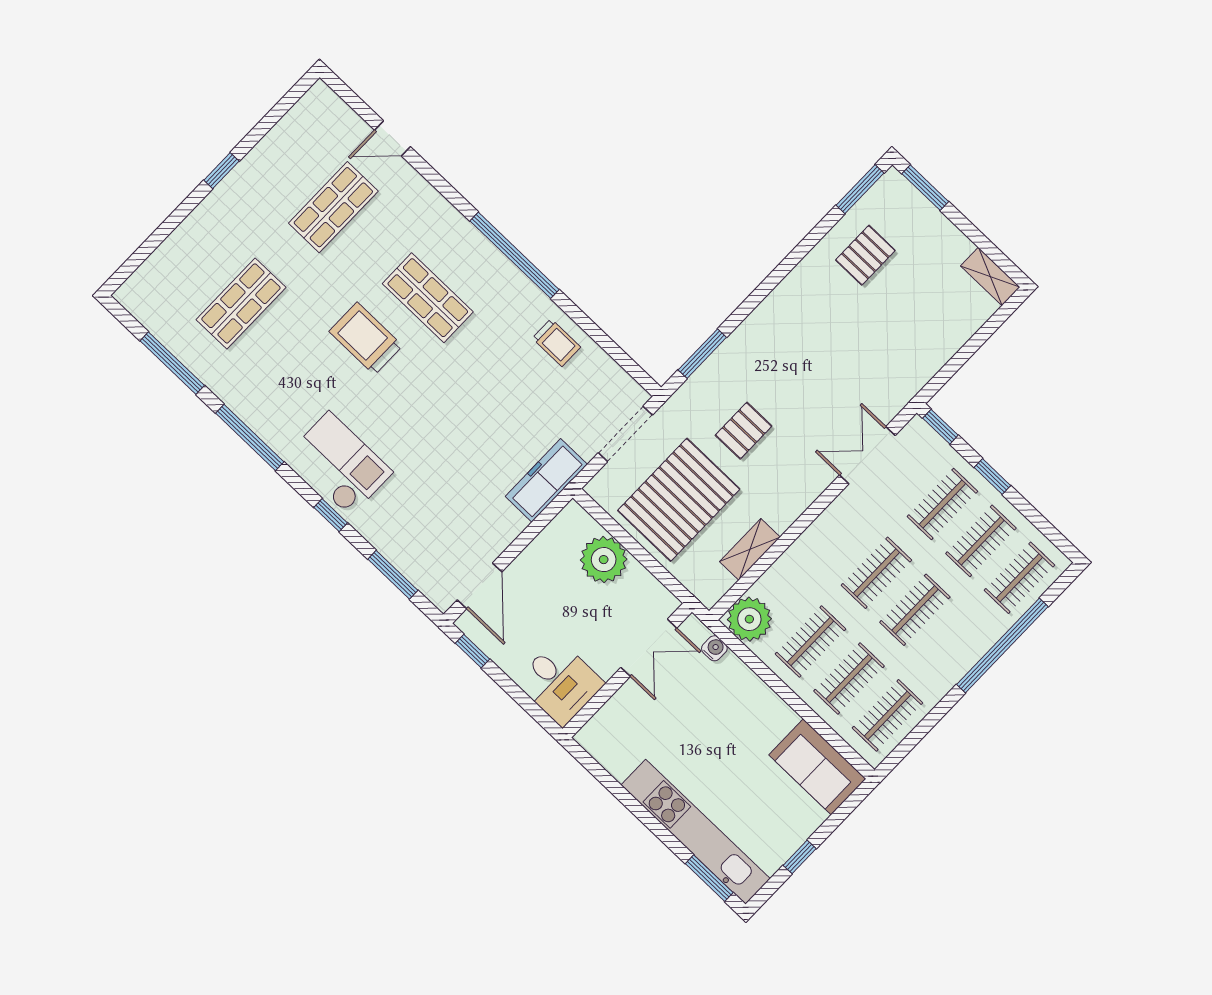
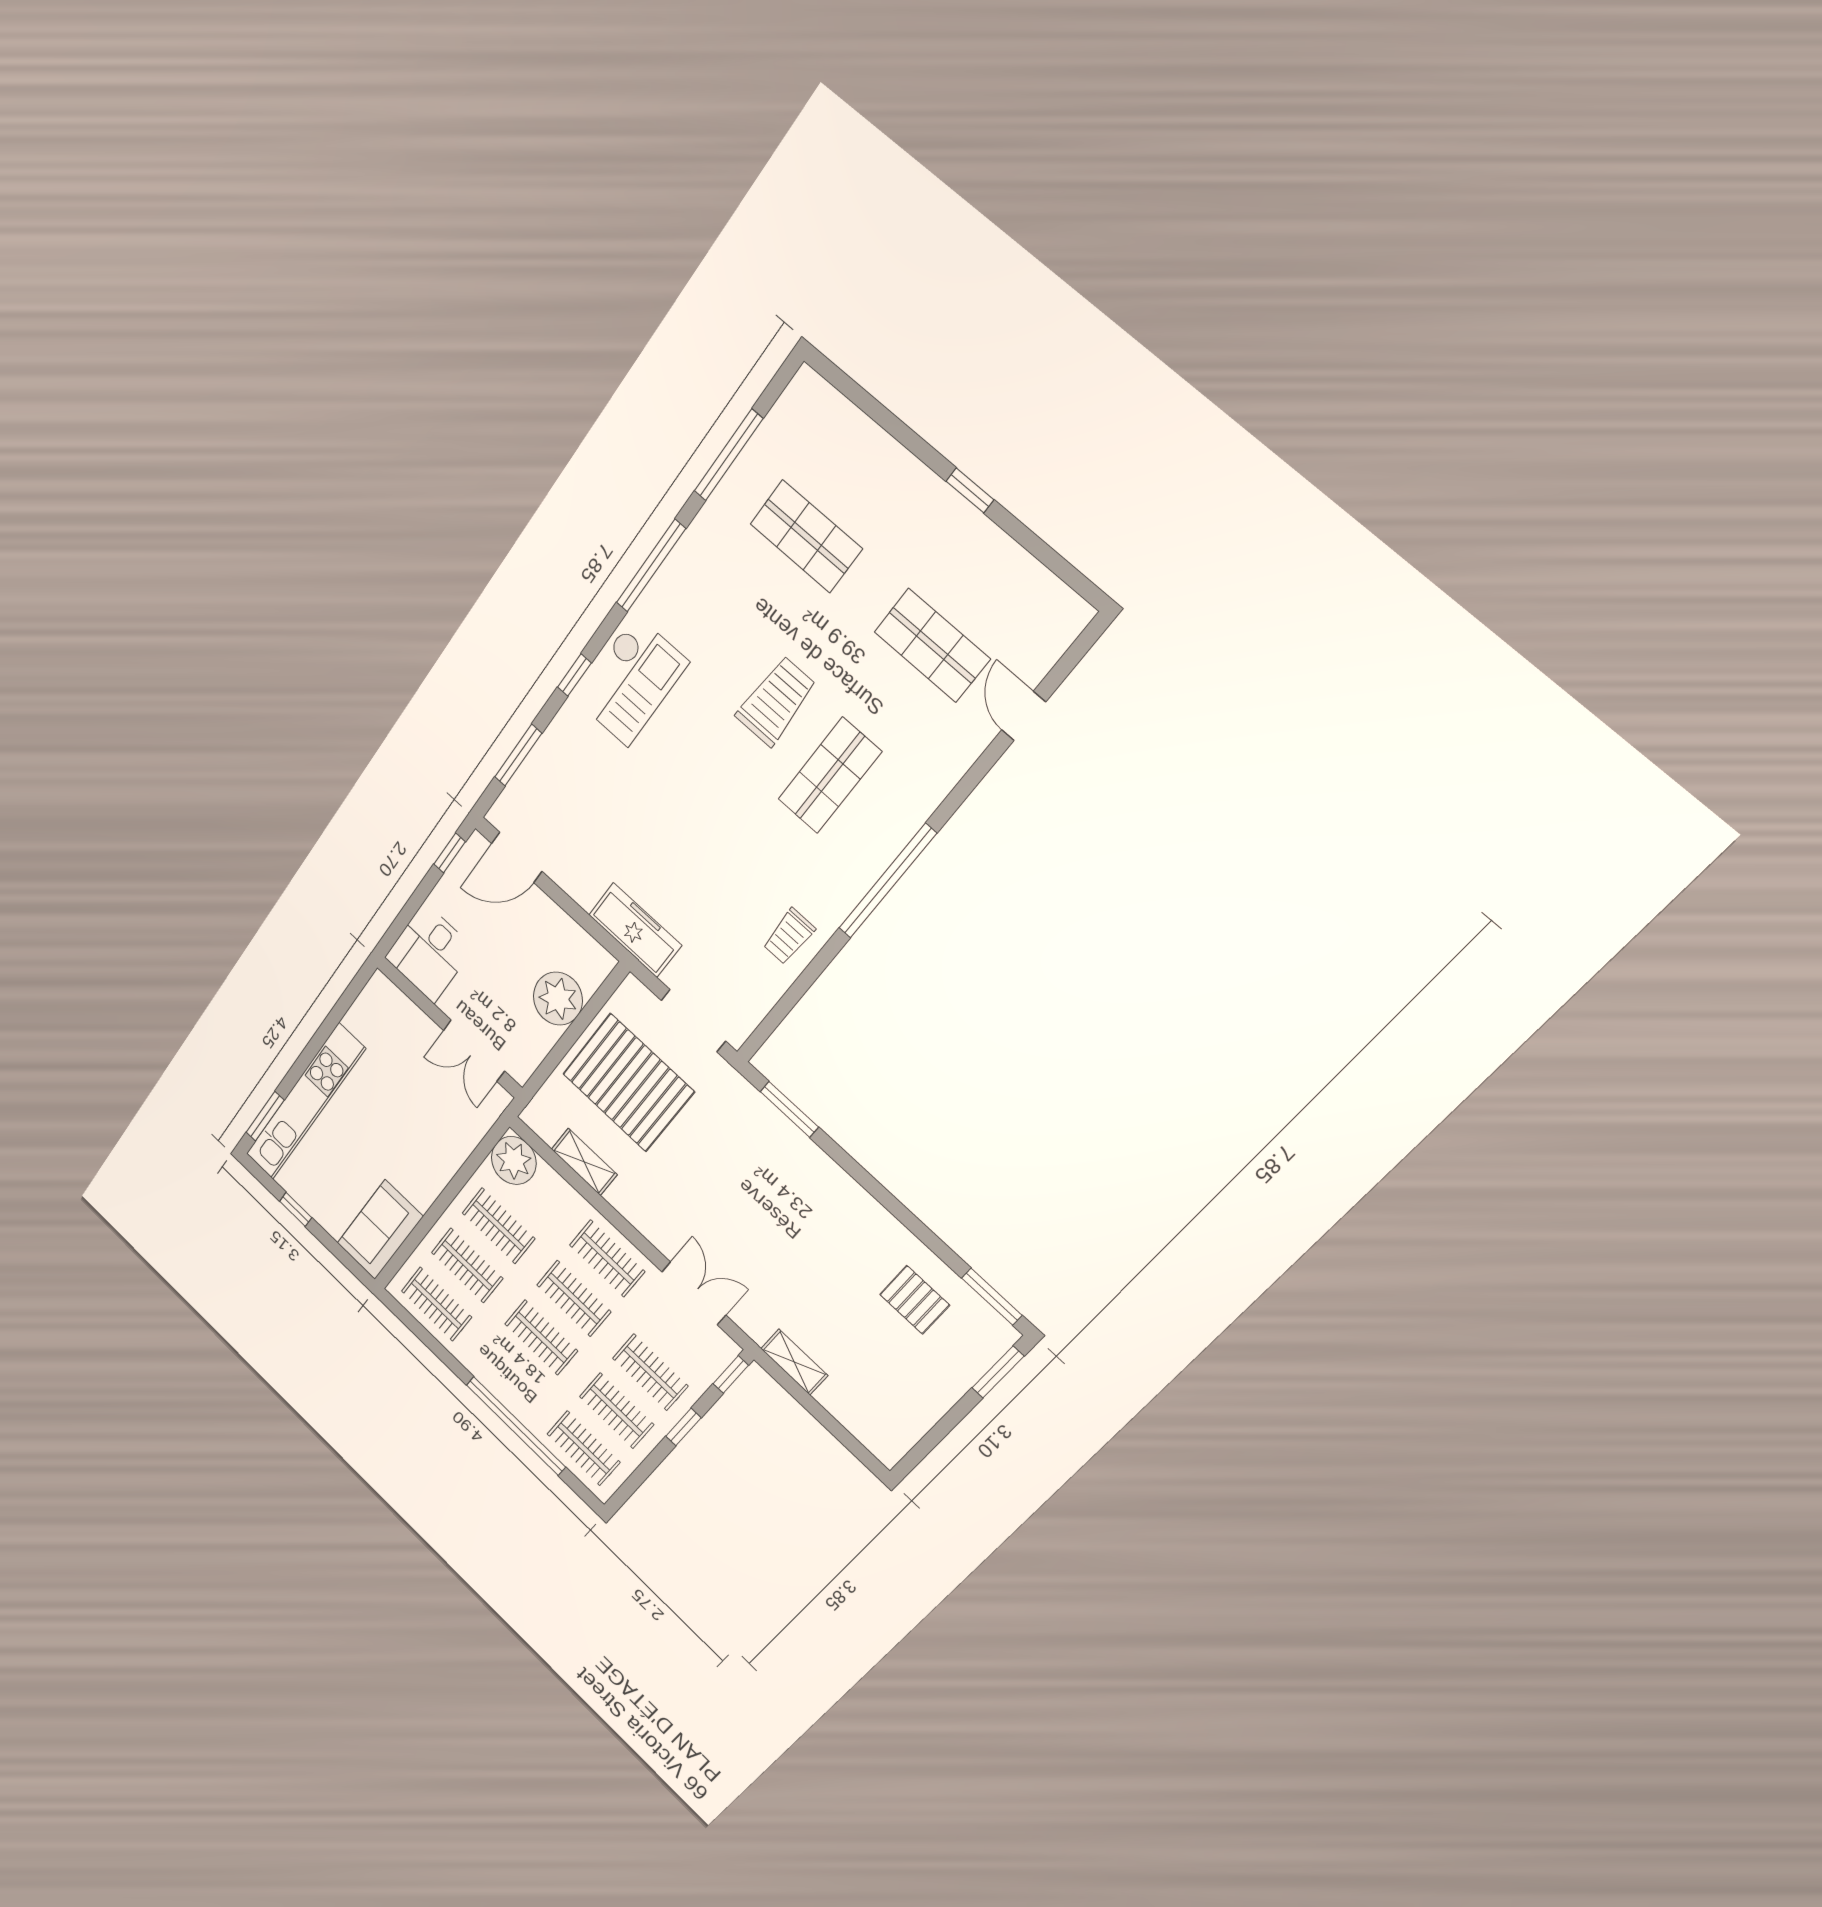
shelving: (990, 276) -> (794, 1362), moved, turned 90
pallet: (744, 431) -> (708, 1156), removed
clothes rail: (838, 536) -> (607, 1258), added
water cooler: (714, 648) -> (481, 1122), removed

